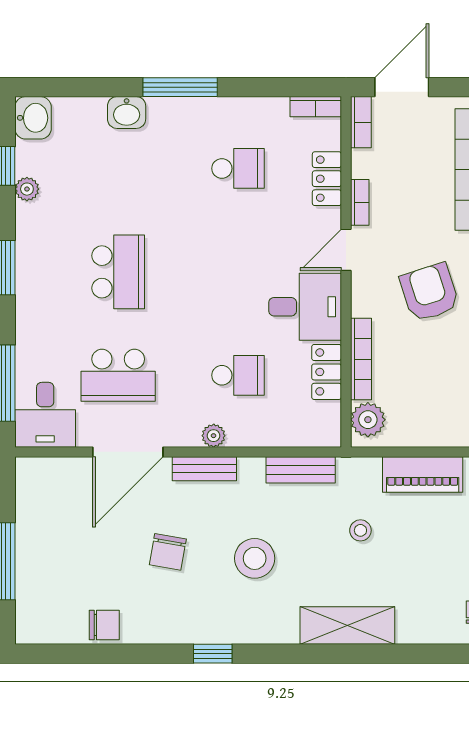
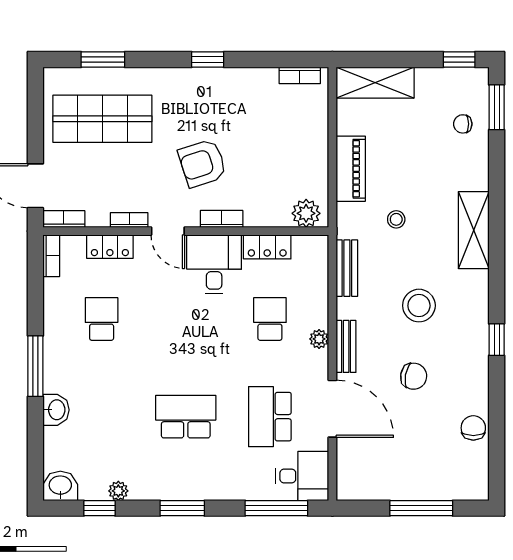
bookcase: (361, 359) -> (222, 219), moved, width x0.64
school desk: (118, 375) -> (270, 417), turned 180

